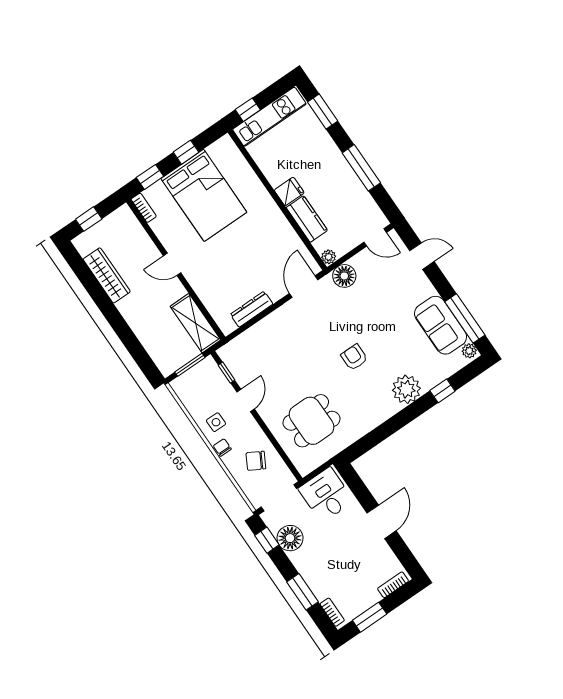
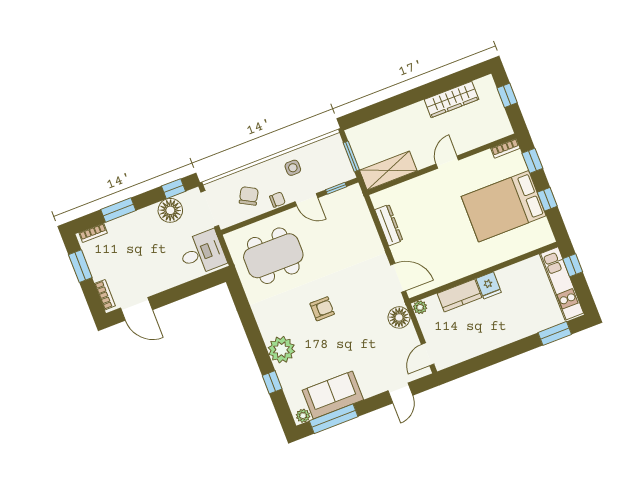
window: (361, 168) -> (495, 357), removed
dining table: (312, 421) -> (273, 256), width x1.38
chair: (222, 447) -> (278, 200), moved
door: (382, 522) -> (137, 309), moved

